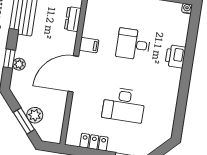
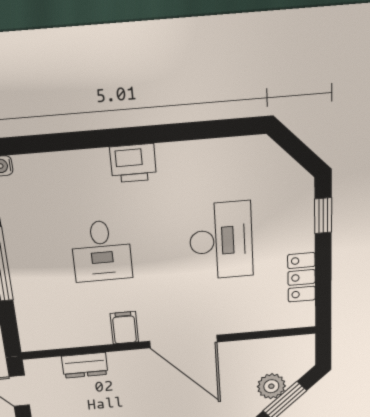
printer: (175, 56) -> (133, 163), moved

